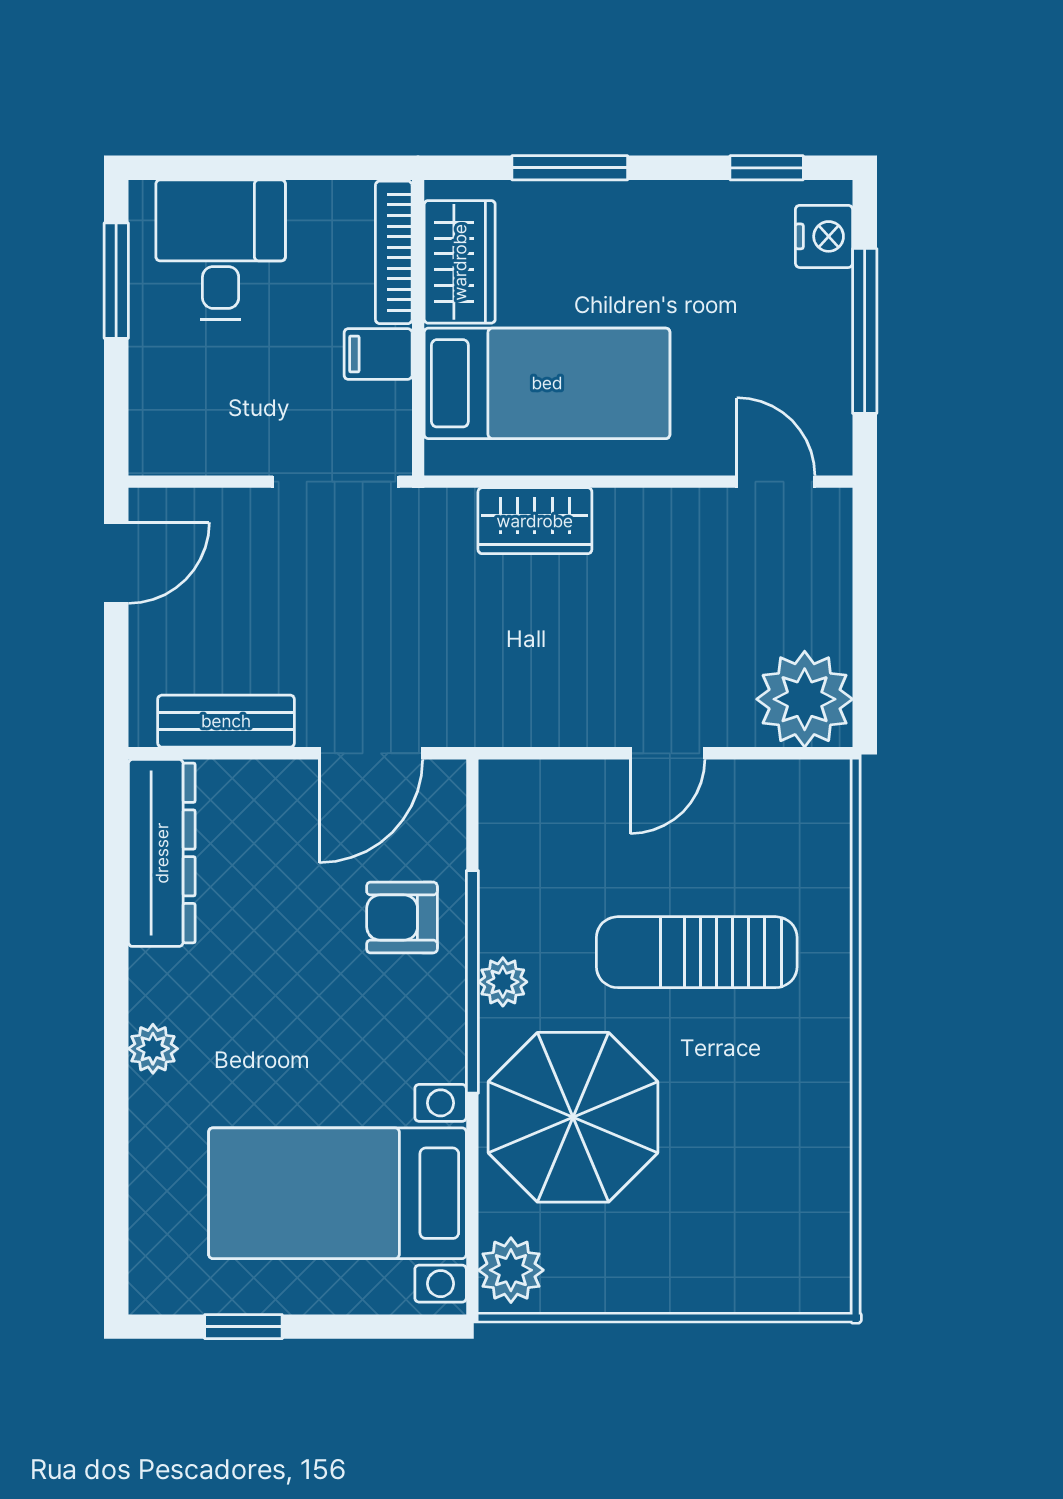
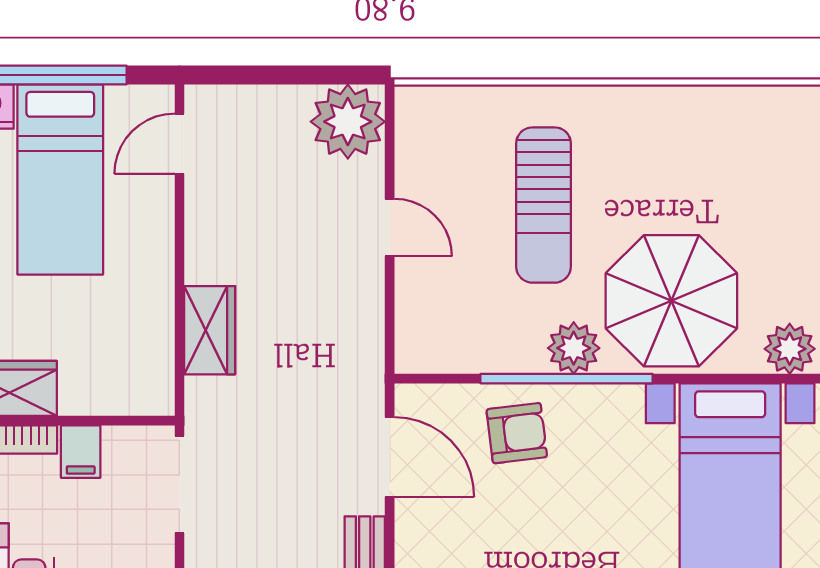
bed: (547, 383) -> (60, 179), moved, turned 180
armchair: (402, 918) -> (517, 433), turned -97
plant: (503, 982) -> (574, 348), width x1.38, depth x1.38

